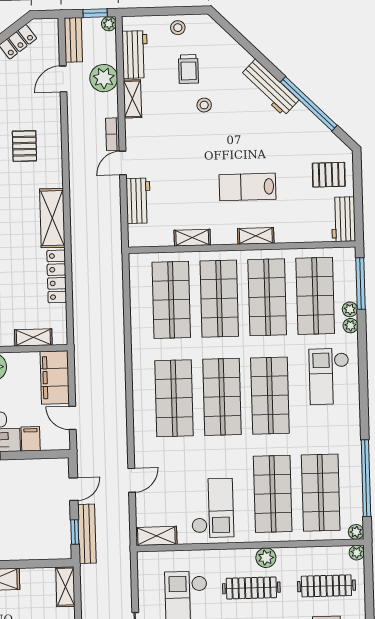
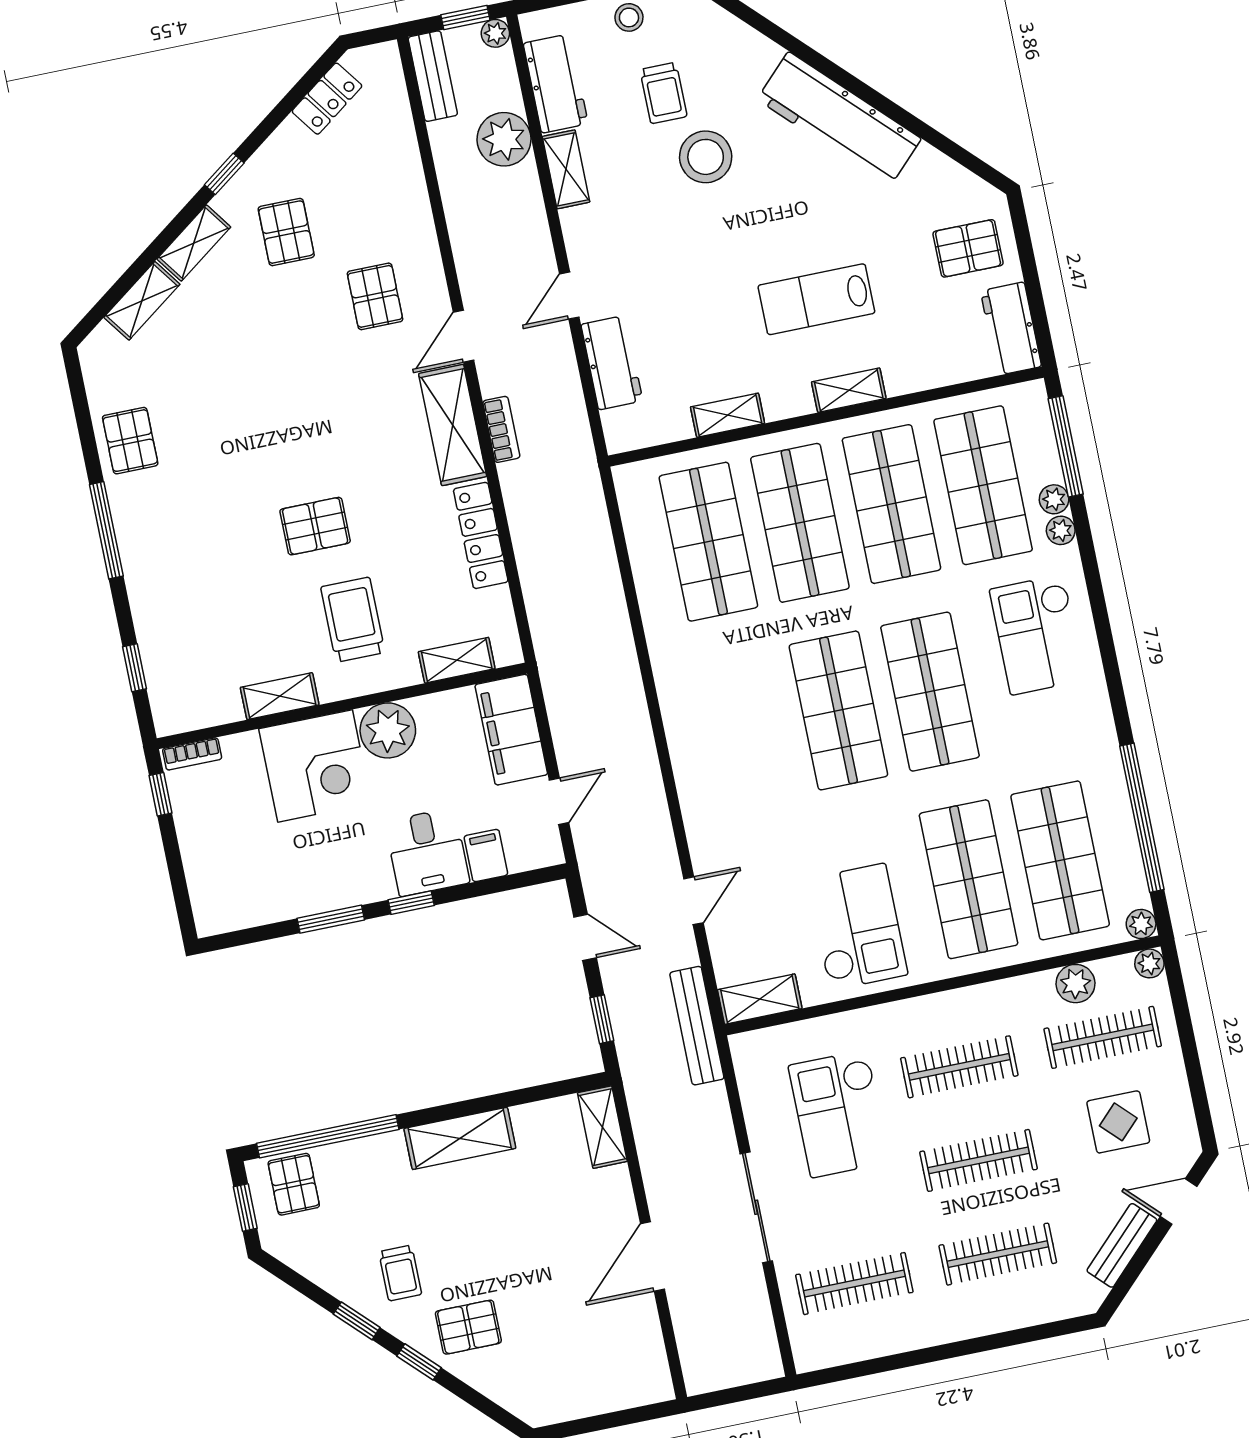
door: (63, 79) -> (464, 336), moved
workbench: (270, 88) -> (839, 119), width x1.36, depth x1.32
window: (309, 104) -> (906, 119), removed
stool: (204, 105) -> (706, 157), width x1.89, depth x1.89
bookcase: (113, 134) -> (501, 429), moved, turned 180
shop shelf: (174, 398) -> (747, 729), removed
door: (73, 418) -> (559, 801), swing flipped
door: (74, 489) -> (585, 937), hinge flipped
bench: (87, 534) -> (697, 1026), moved
plant: (266, 558) -> (1076, 984), moved

